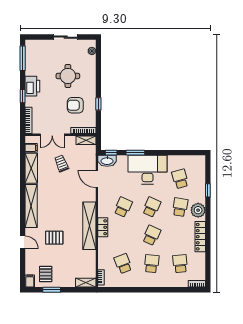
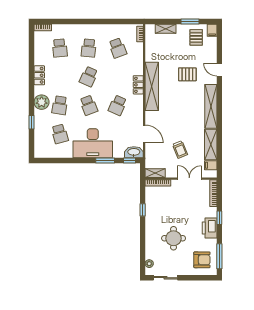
sliding door: (66, 37) -> (165, 278), moved
armchair: (75, 105) -> (202, 260), moved
school desk: (152, 207) -> (89, 105), turned -45
locker: (200, 237) -> (39, 75), width x0.66
shelving: (86, 283) -> (166, 29), moved

